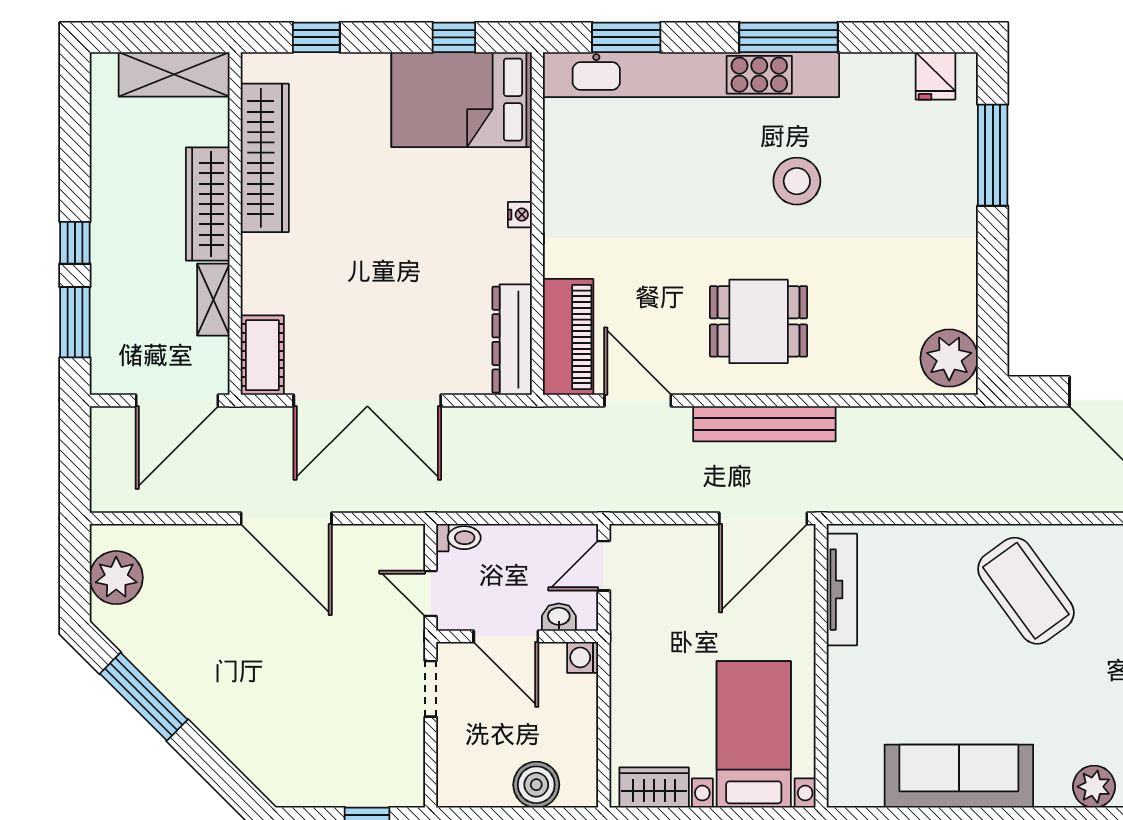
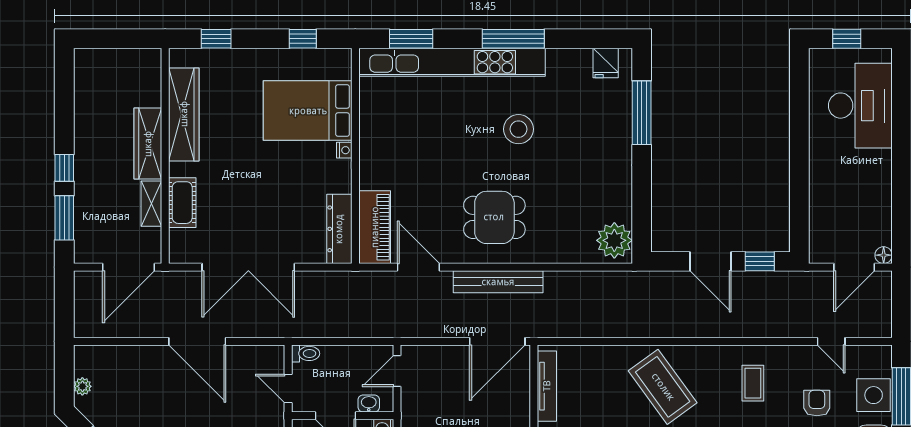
shelving: (174, 74) -> (127, 62), removed
bed: (462, 100) -> (308, 111), moved
cot: (262, 355) -> (182, 203), moved
plant: (116, 578) -> (82, 386), width x0.53, depth x0.53

